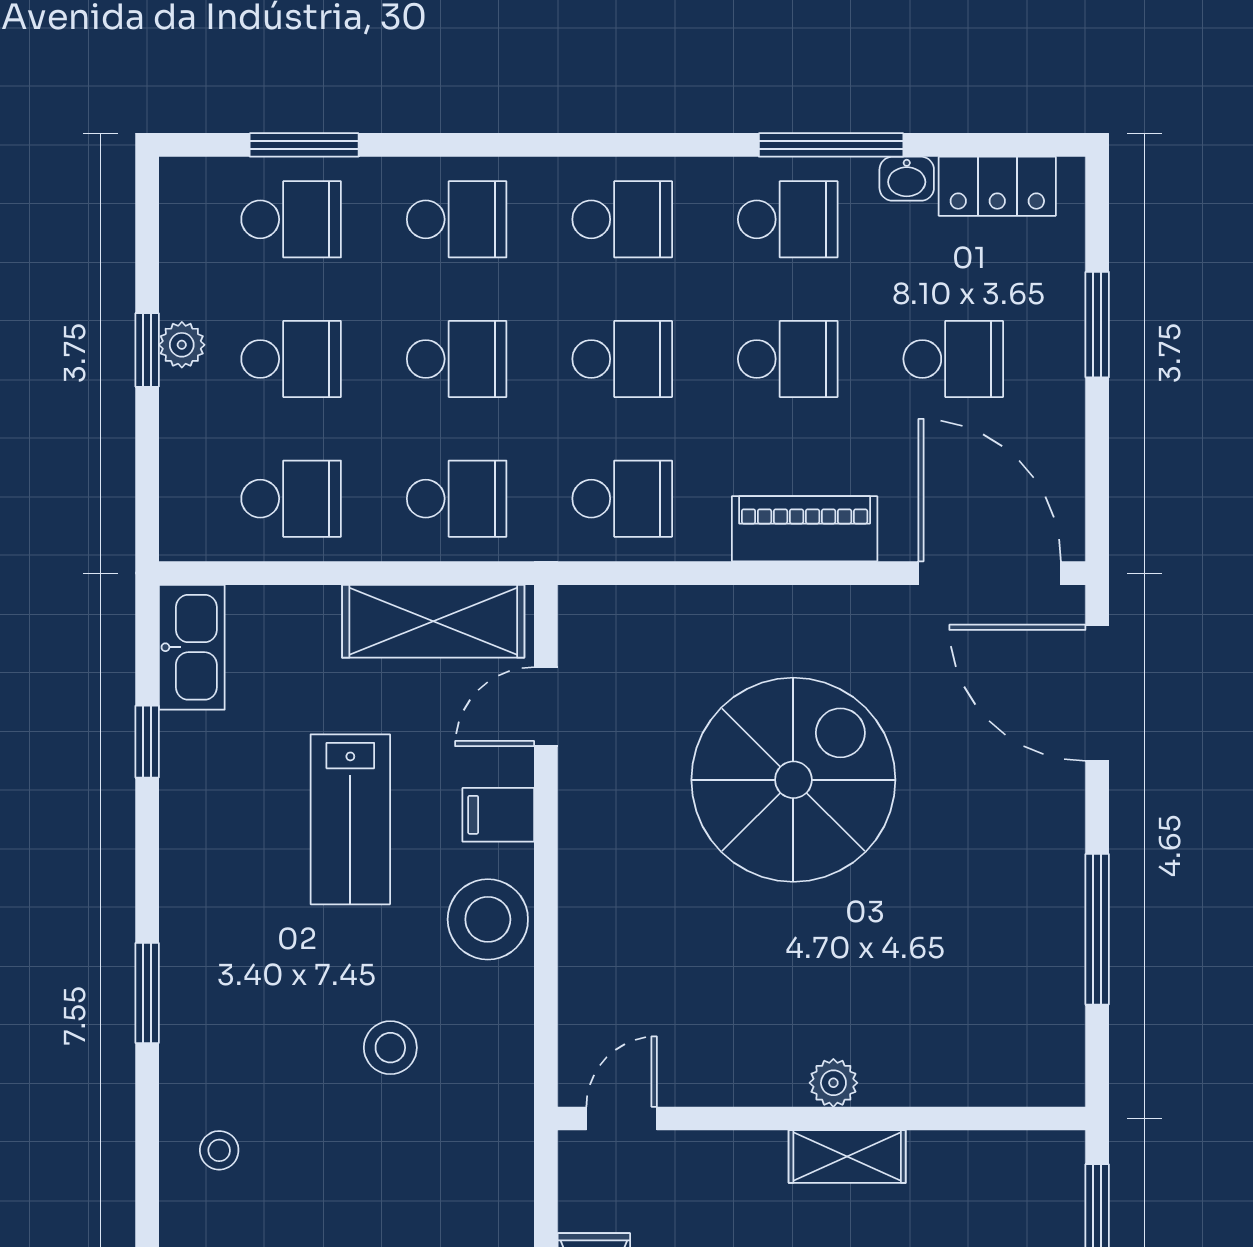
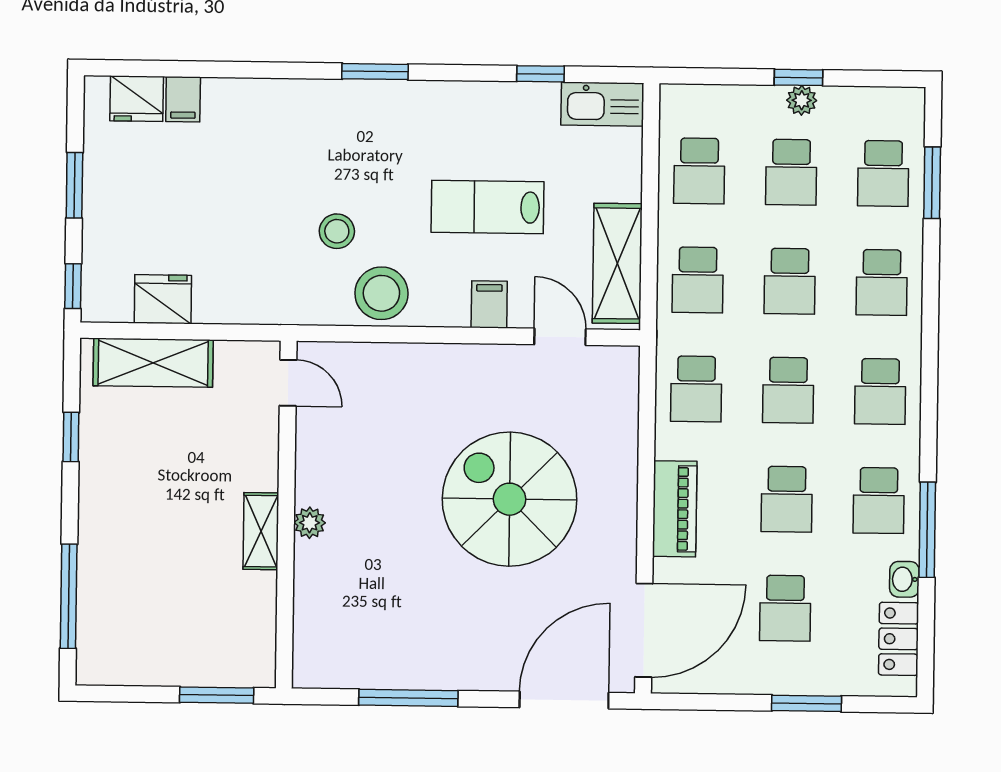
spiral stairs: (793, 780) -> (510, 499), turned 180
stool: (488, 919) -> (381, 293), moved
stool: (219, 1150) -> (271, 118), removed

